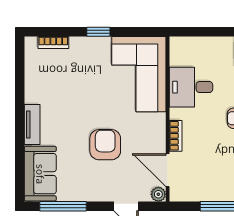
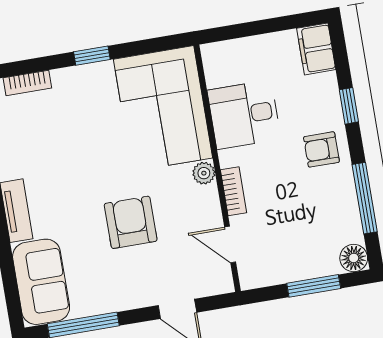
door: (168, 170) -> (230, 244), width x0.73
plant: (158, 194) -> (204, 173), moved

